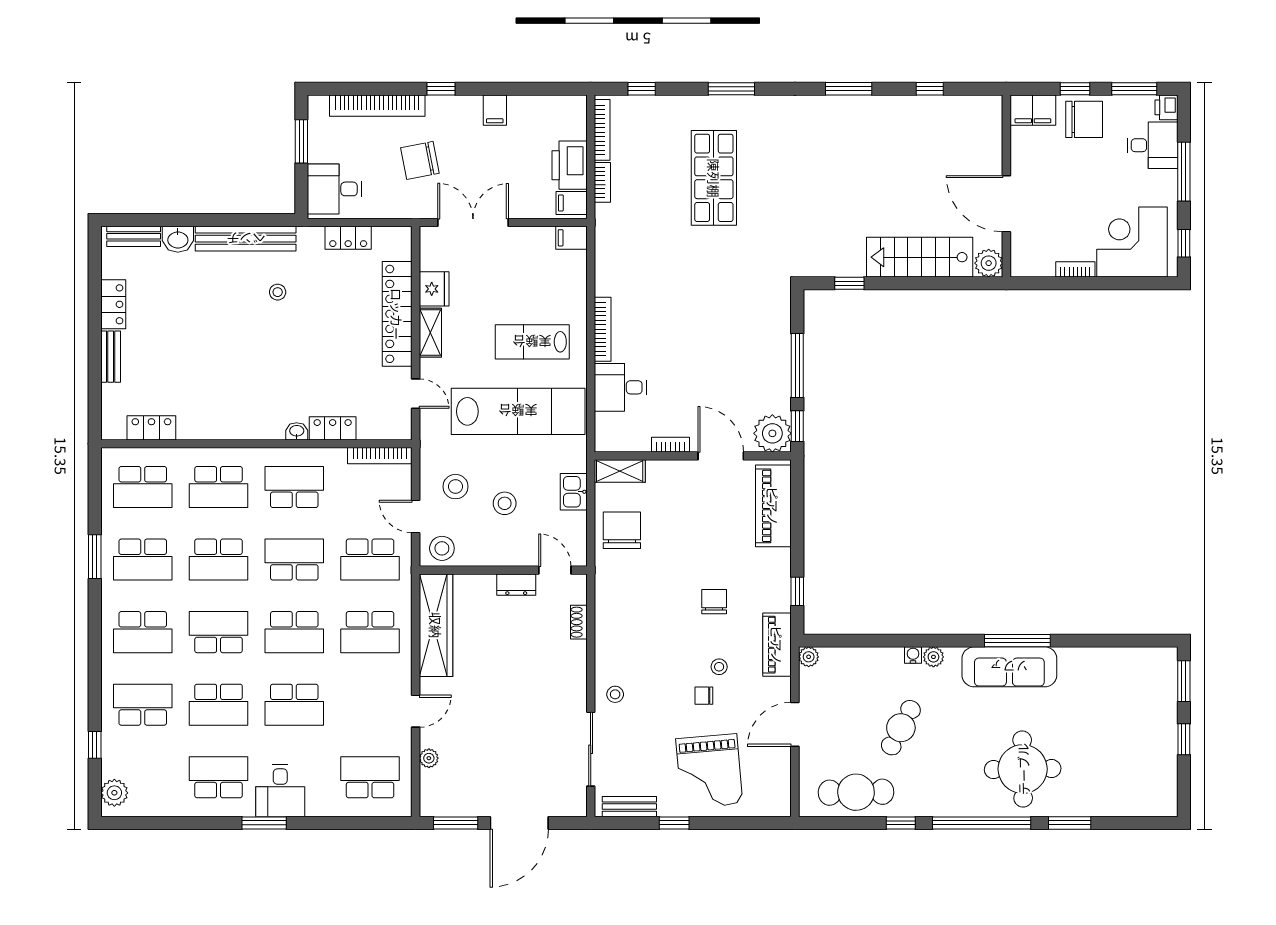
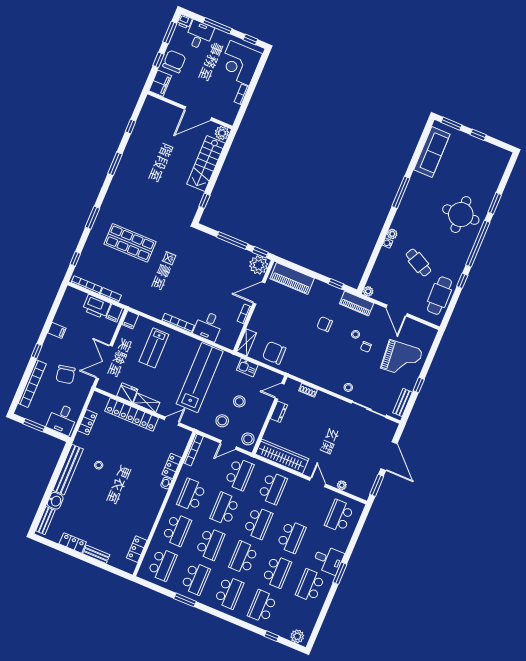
lab bench: (532, 342) -> (154, 348), moved
sofa: (1009, 667) -> (432, 152), moved

